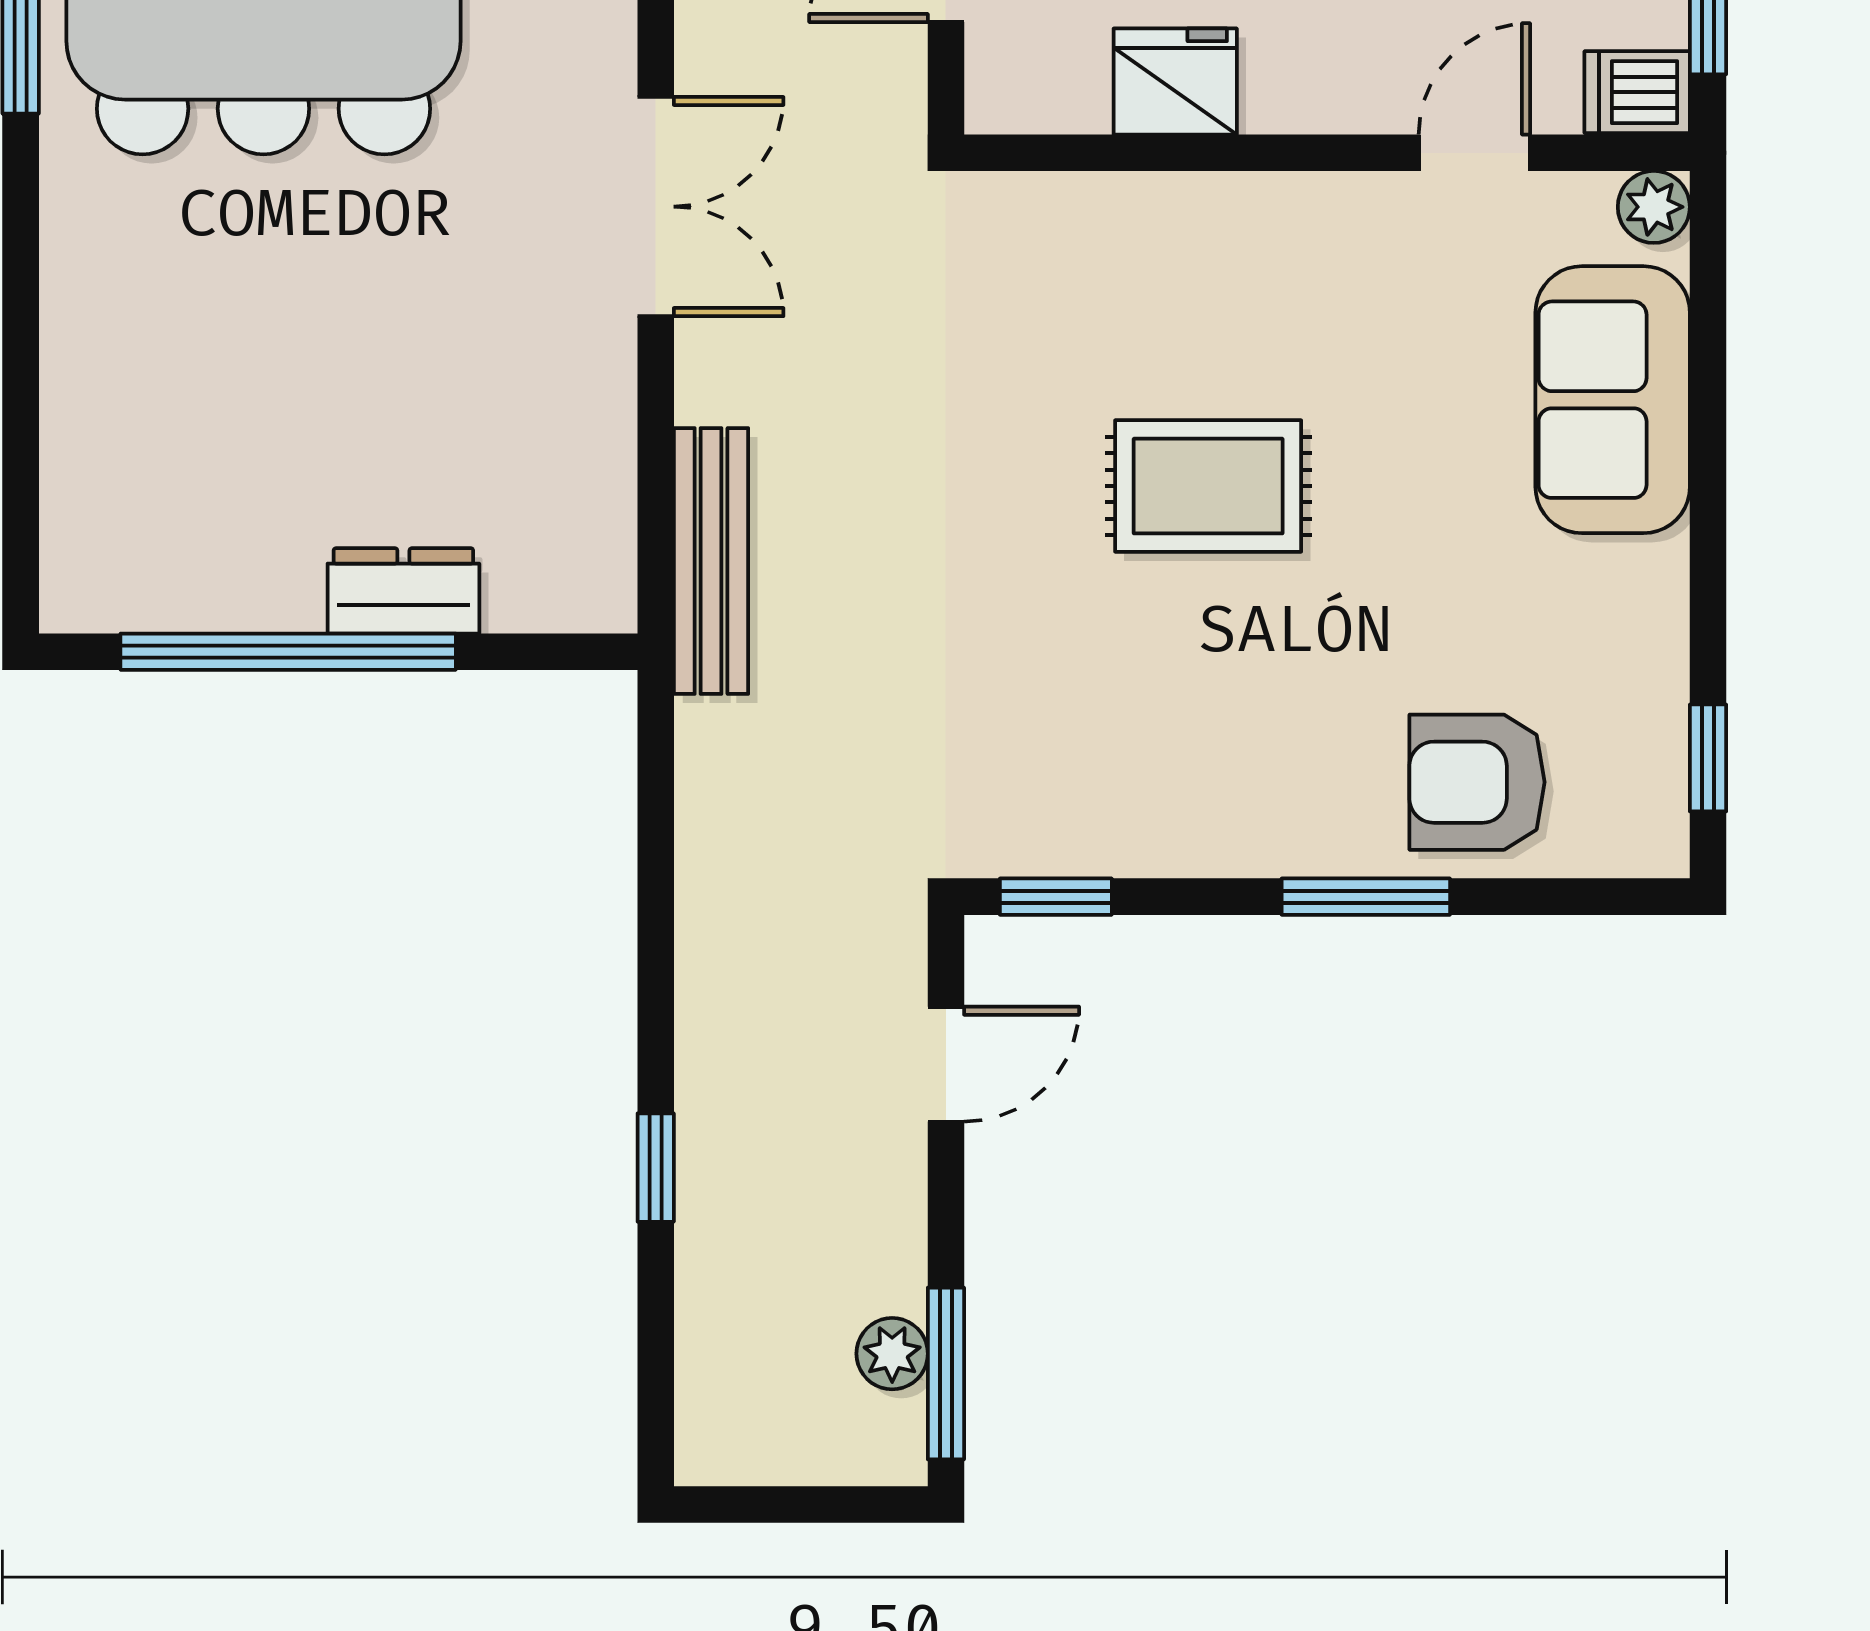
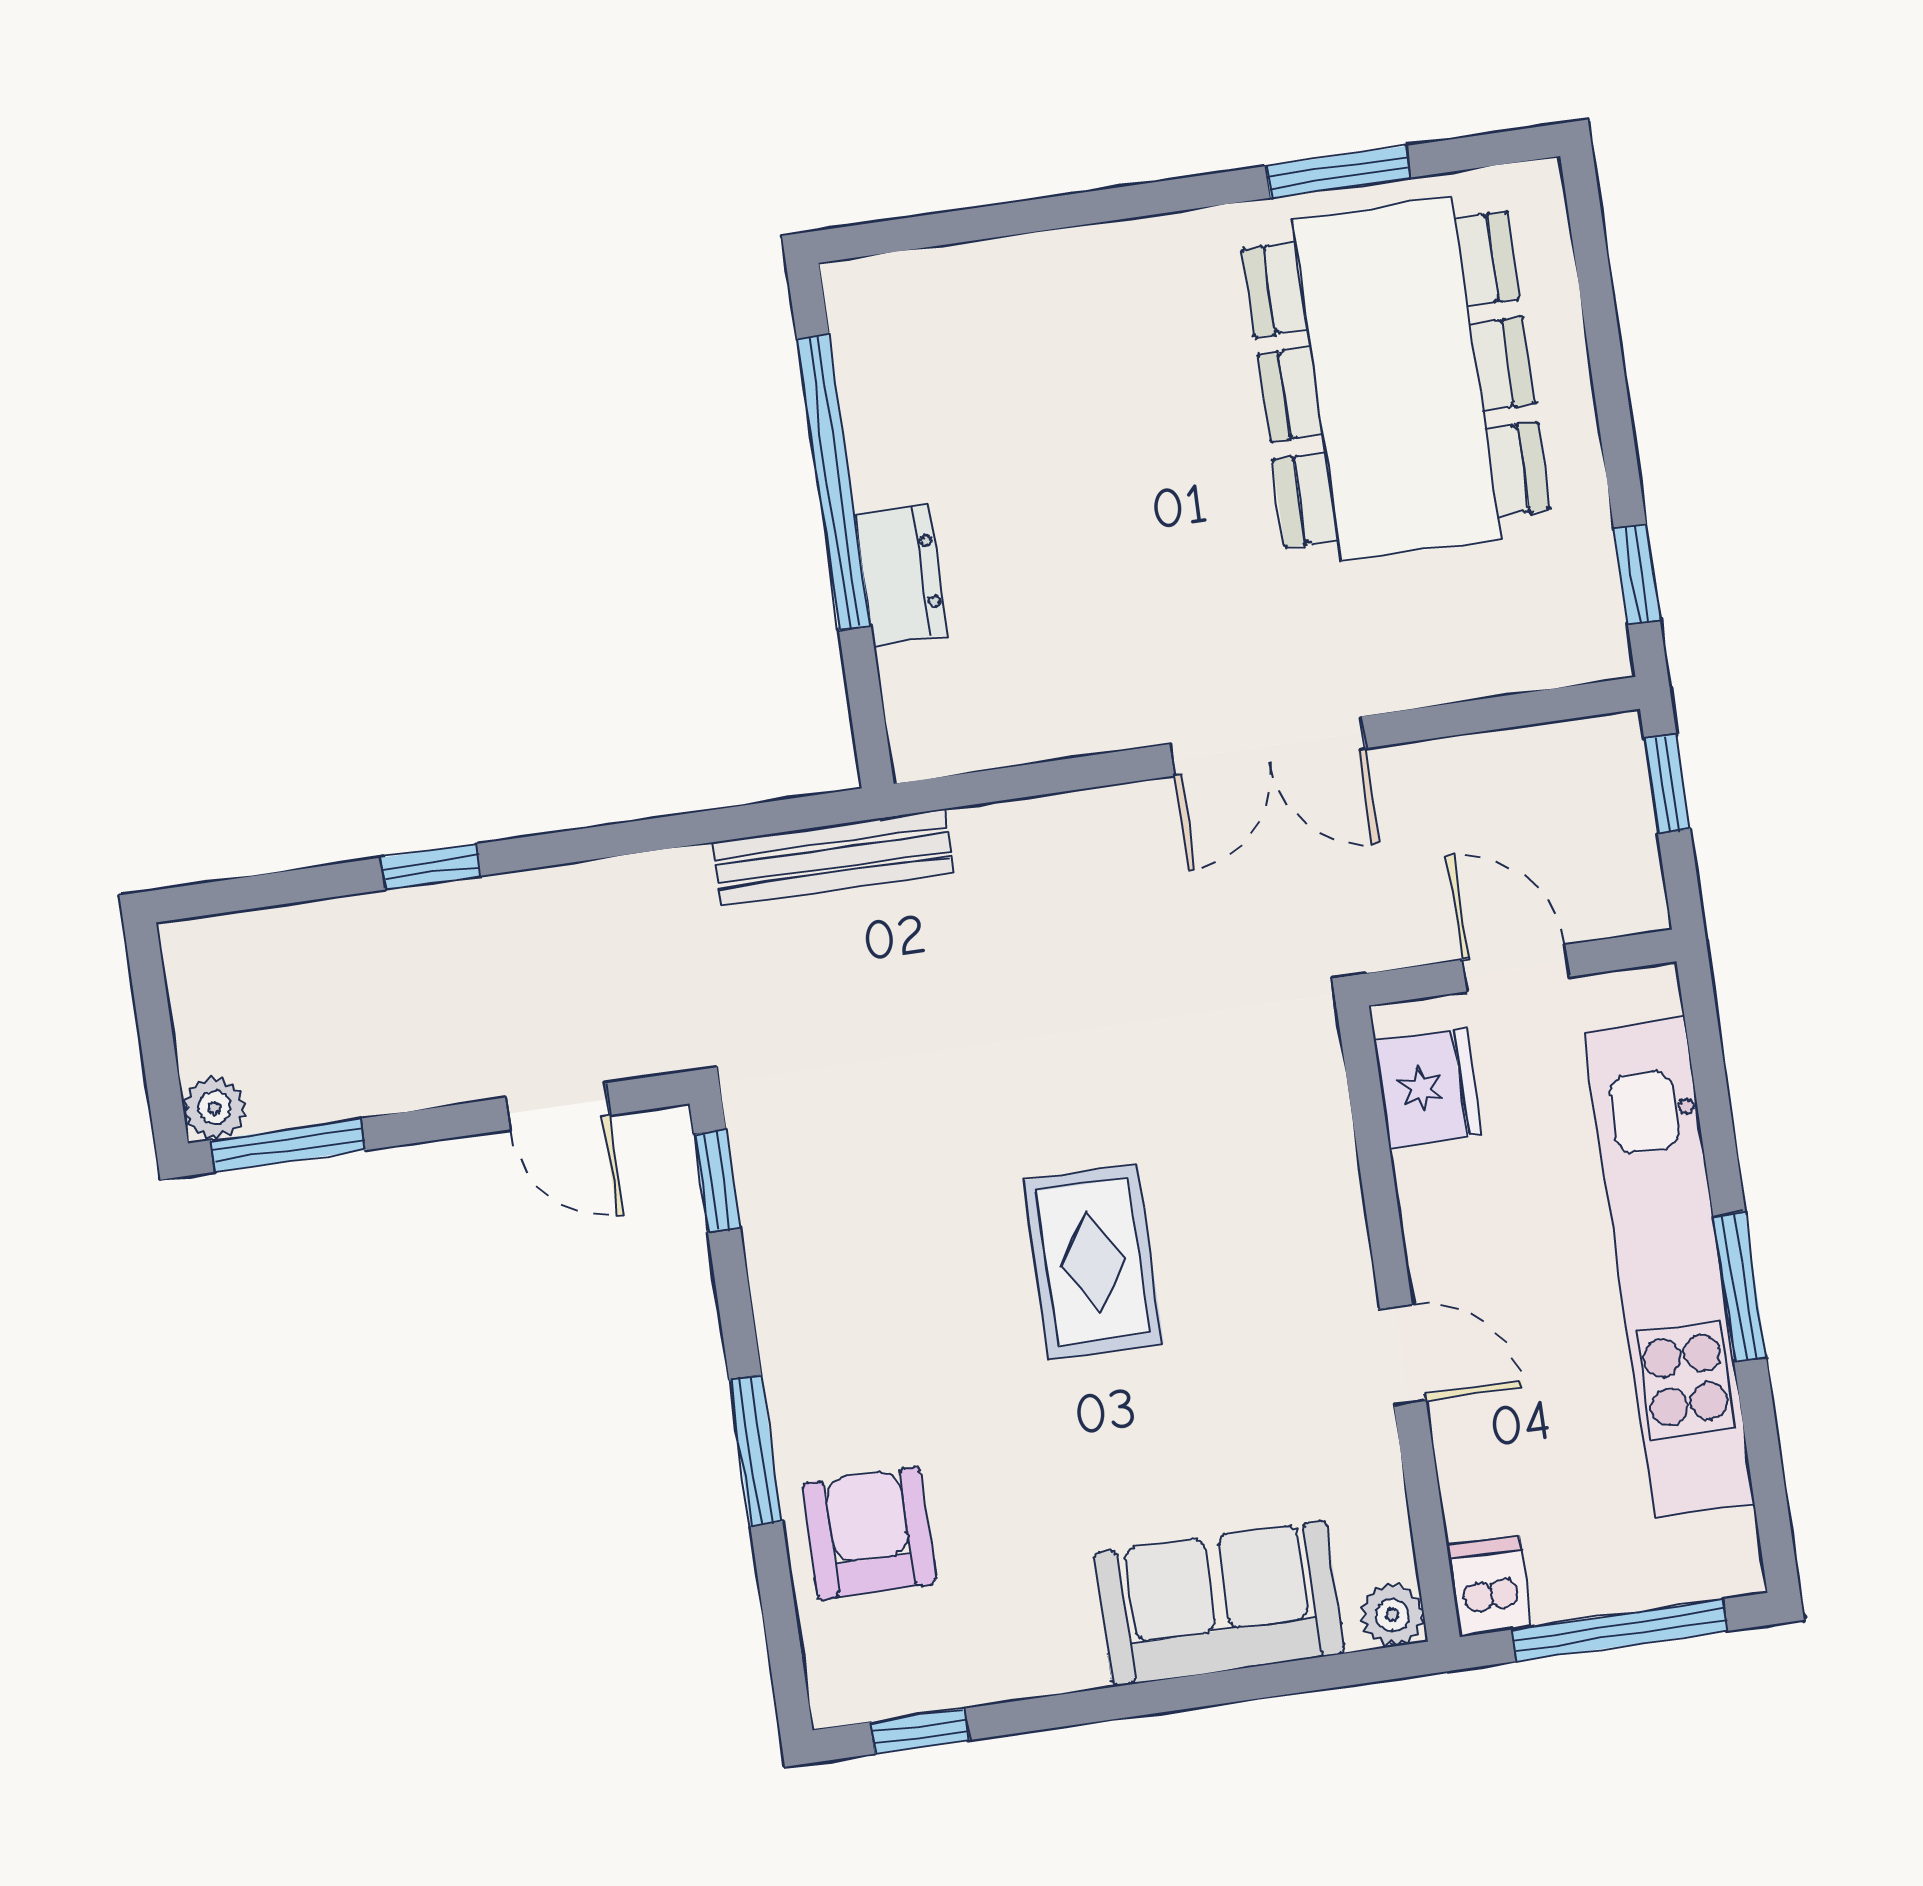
fridge: (1175, 82) -> (1428, 1088), moved
door: (1474, 153) -> (1403, 1355), moved
bench: (711, 561) -> (833, 858), moved
plant: (892, 1354) -> (214, 1108), moved

